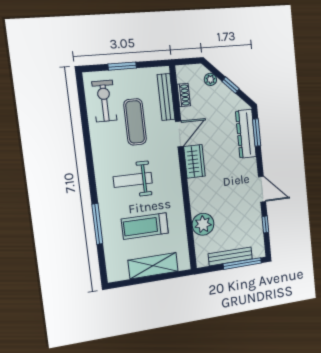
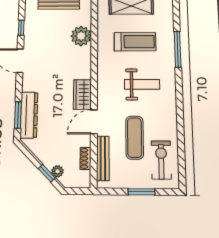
window: (231, 85) -> (47, 173), moved
exercise bike: (104, 101) -> (161, 160), turned 180

